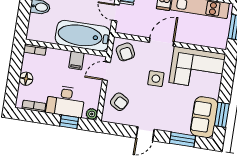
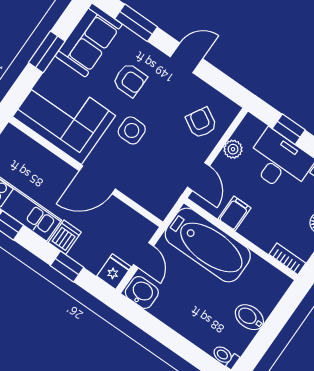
armchair: (125, 52) -> (130, 80), moved, turned 118
door: (106, 71) -> (199, 177), hinge flipped
plant: (92, 114) -> (233, 149), moved
window: (222, 115) -> (47, 52), moved

